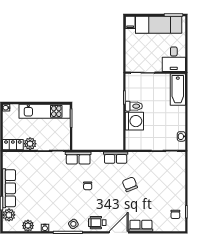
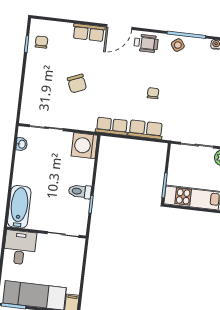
washing machine: (134, 121) -> (84, 146), moved
row of seats: (78, 158) -> (146, 130), moved
chair: (130, 184) -> (77, 84), moved

